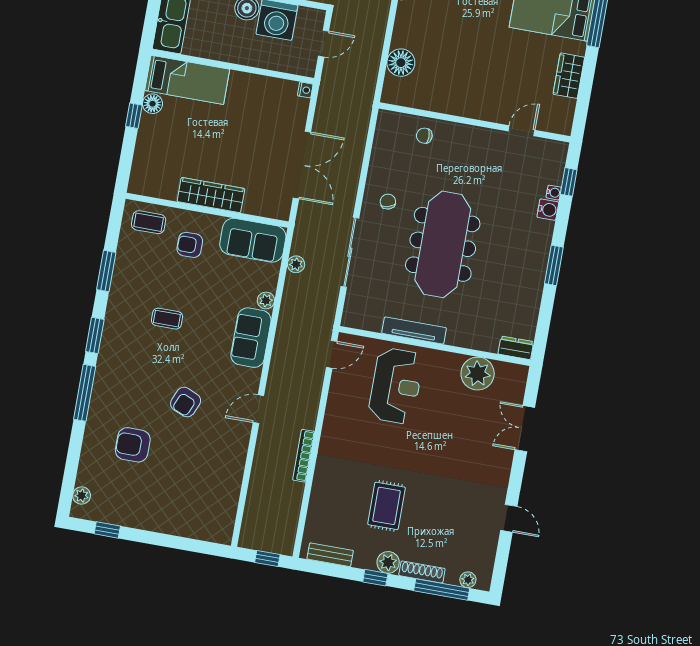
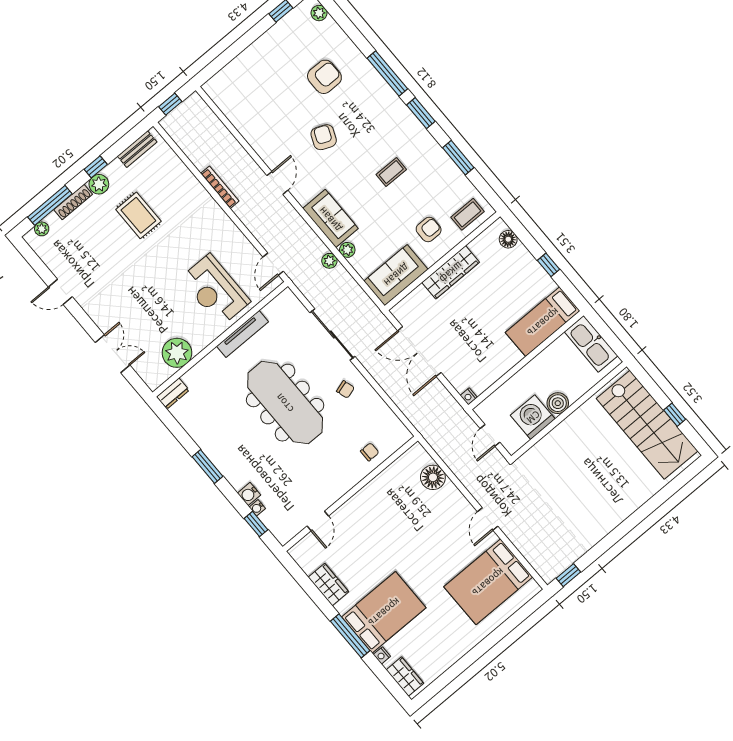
floor lamp: (153, 104) -> (508, 239), moved
plant: (296, 264) -> (329, 261), moved

